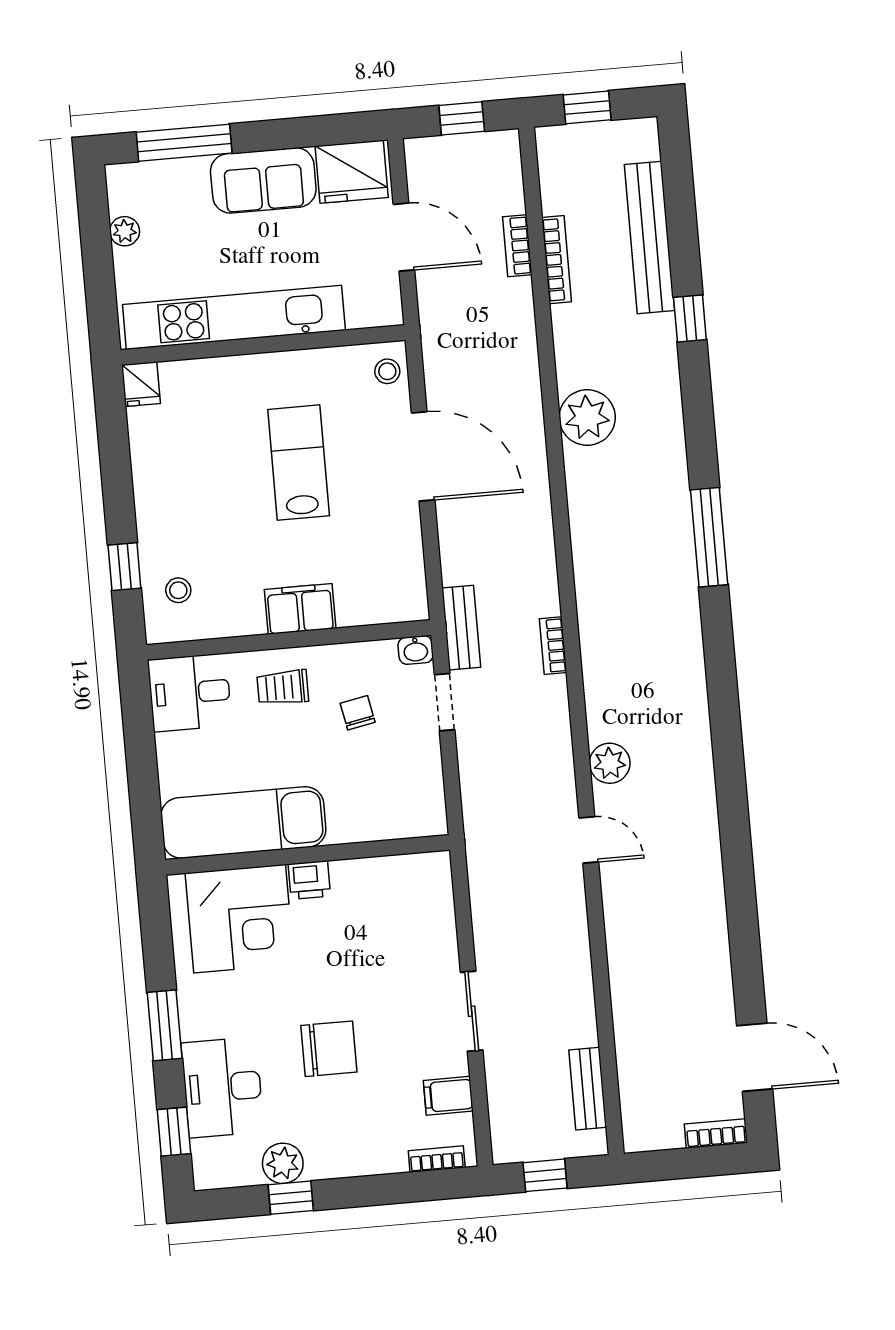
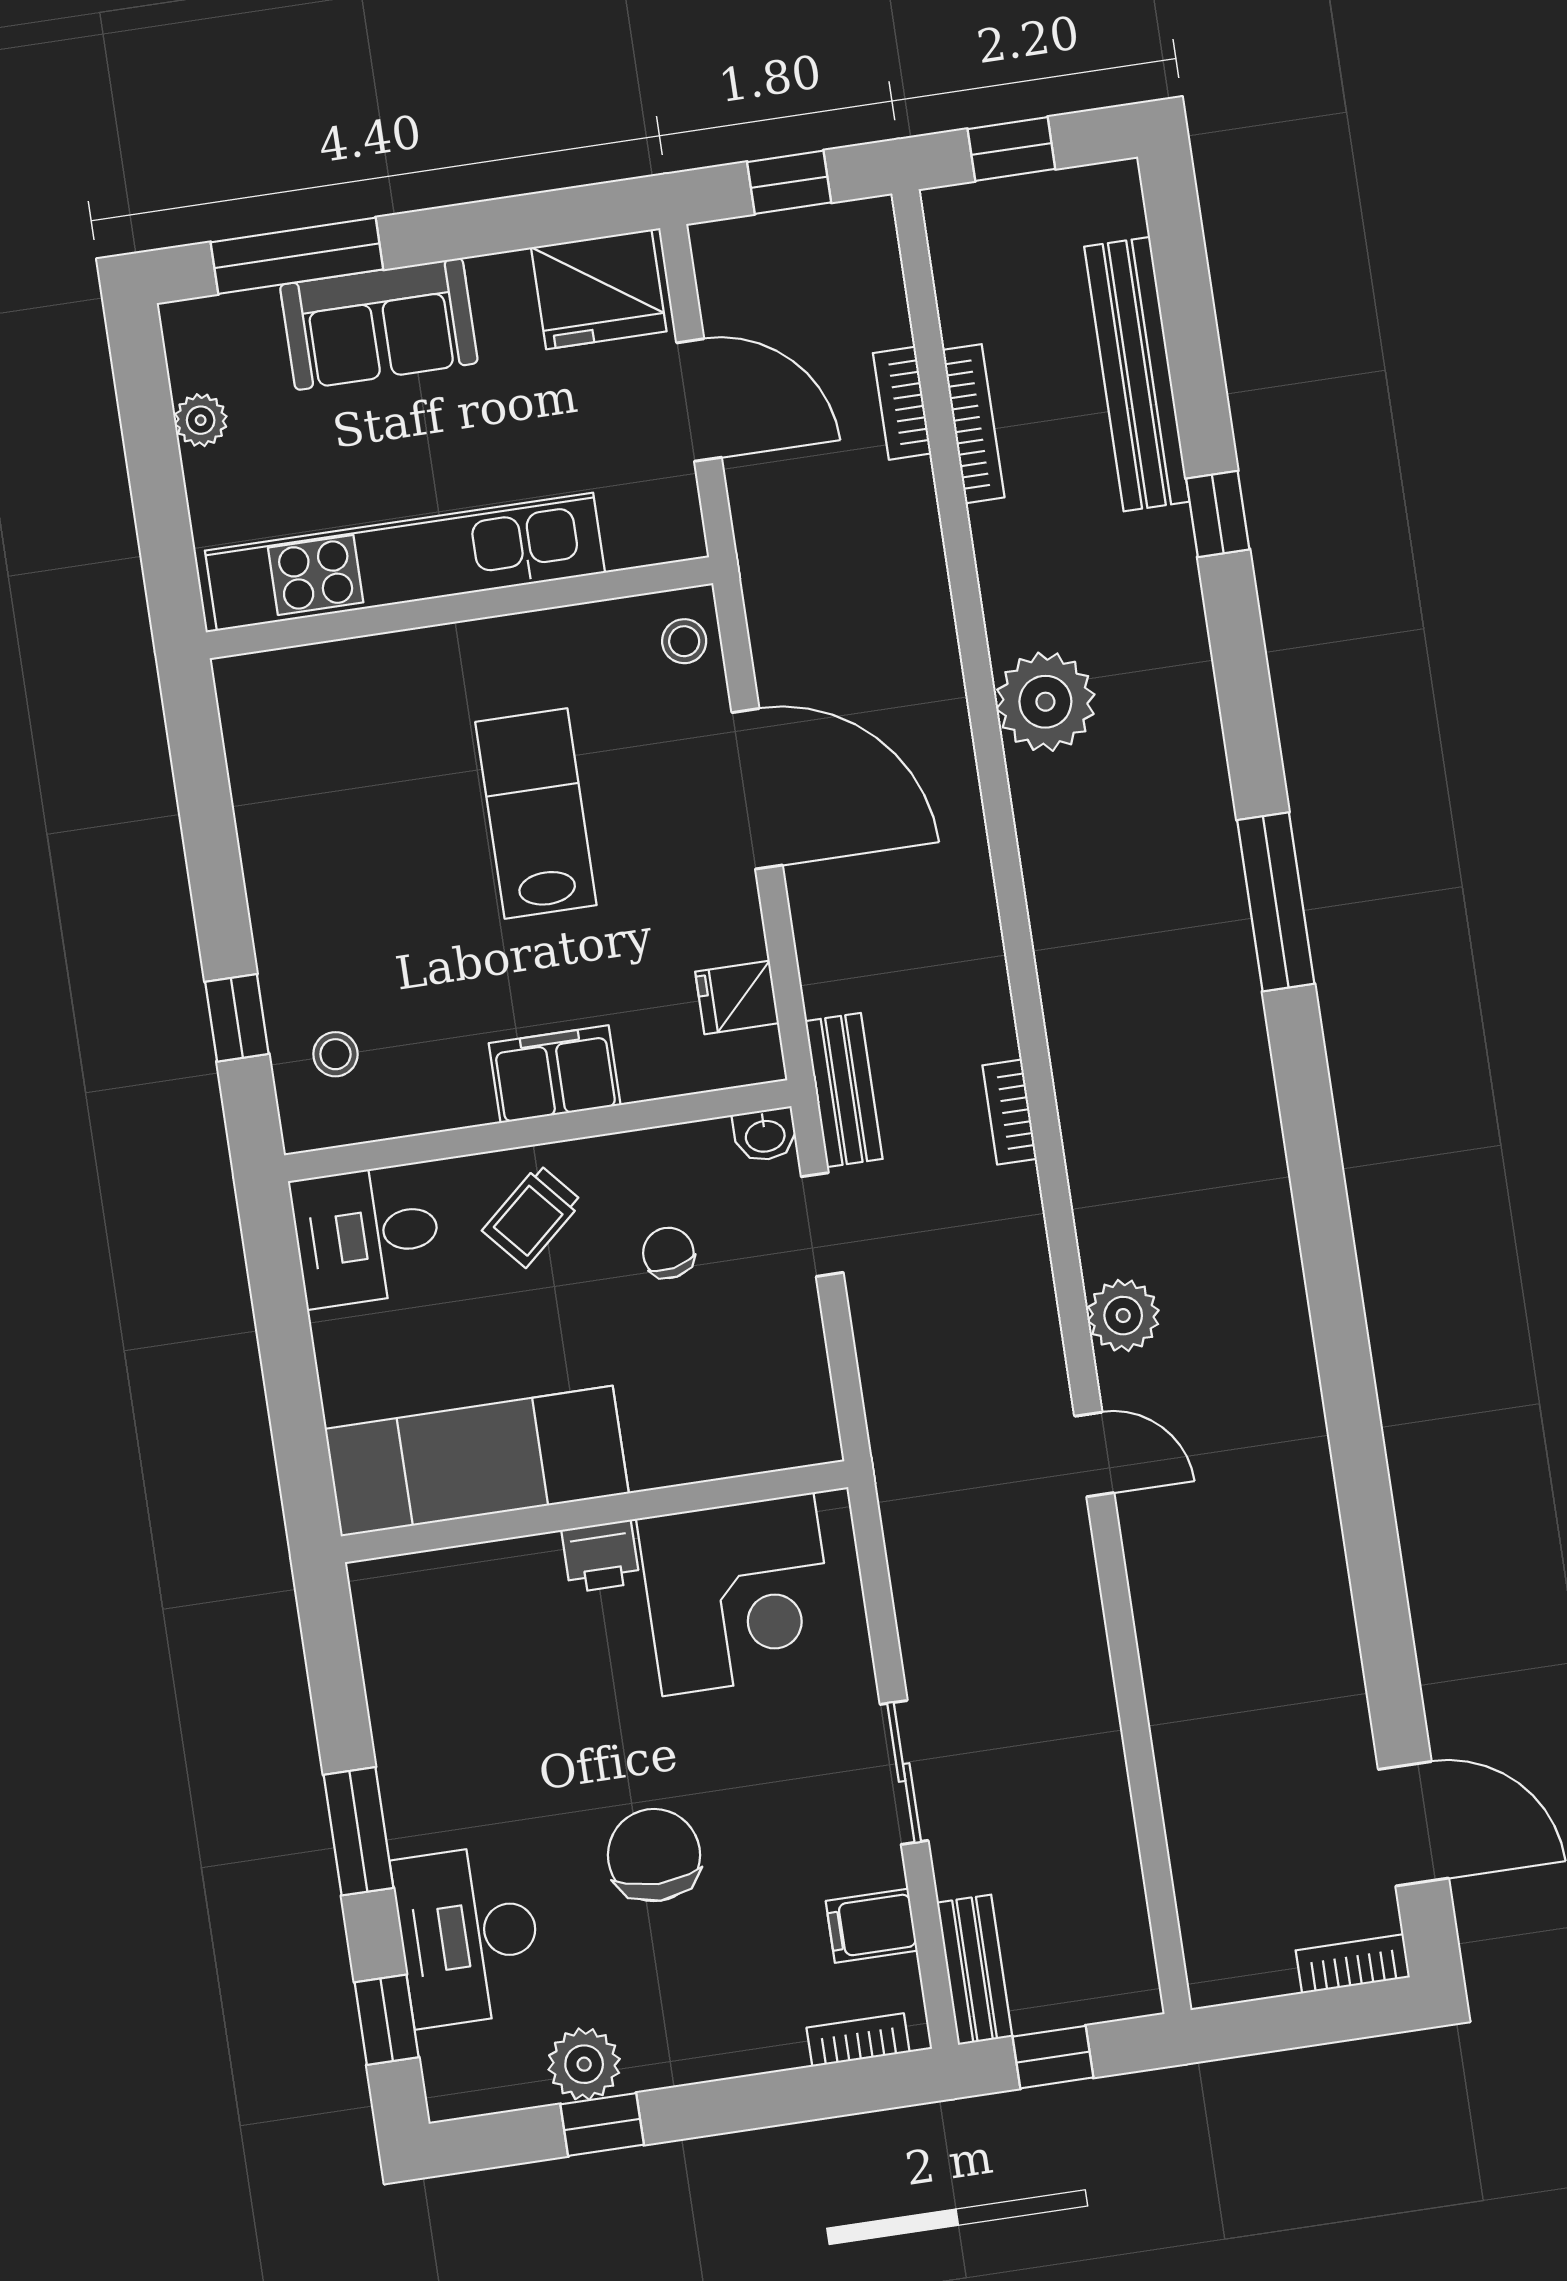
sofa: (263, 180) -> (379, 324), moved
fridge: (141, 384) -> (737, 997), moved, turned 90
trolley: (283, 687) -> (532, 1216), turned -41
corner desk: (240, 919) -> (738, 1594), moved
chair: (329, 1049) -> (654, 1855), turned -90
bench: (588, 1089) -> (975, 1970), moved

